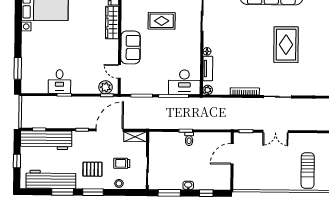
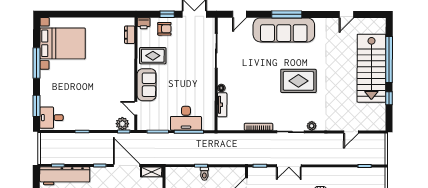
rug: (162, 21) -> (153, 56), moved
wardrobe: (112, 22) -> (128, 60), removed
window: (18, 24) -> (37, 63), added
rug: (286, 45) -> (298, 81), turned 90
desk: (60, 82) -> (51, 118), moved, turned 90
desk: (184, 82) -> (186, 118), moved
plant: (208, 90) -> (312, 126), moved
door: (110, 130) -> (127, 166), hinge flipped

